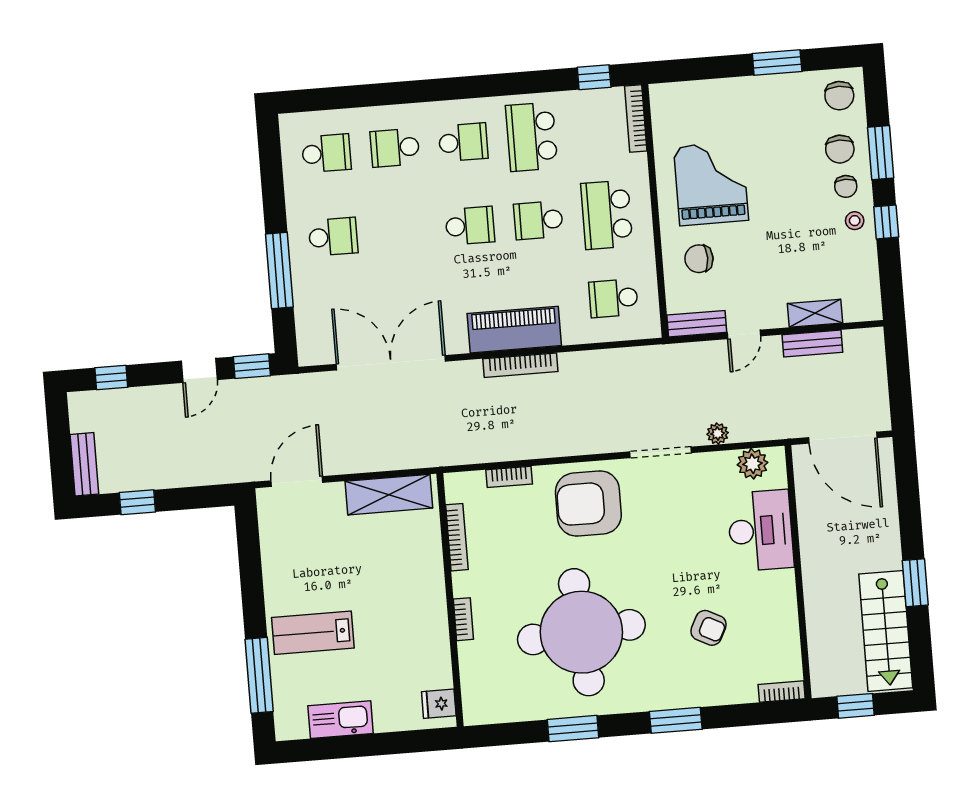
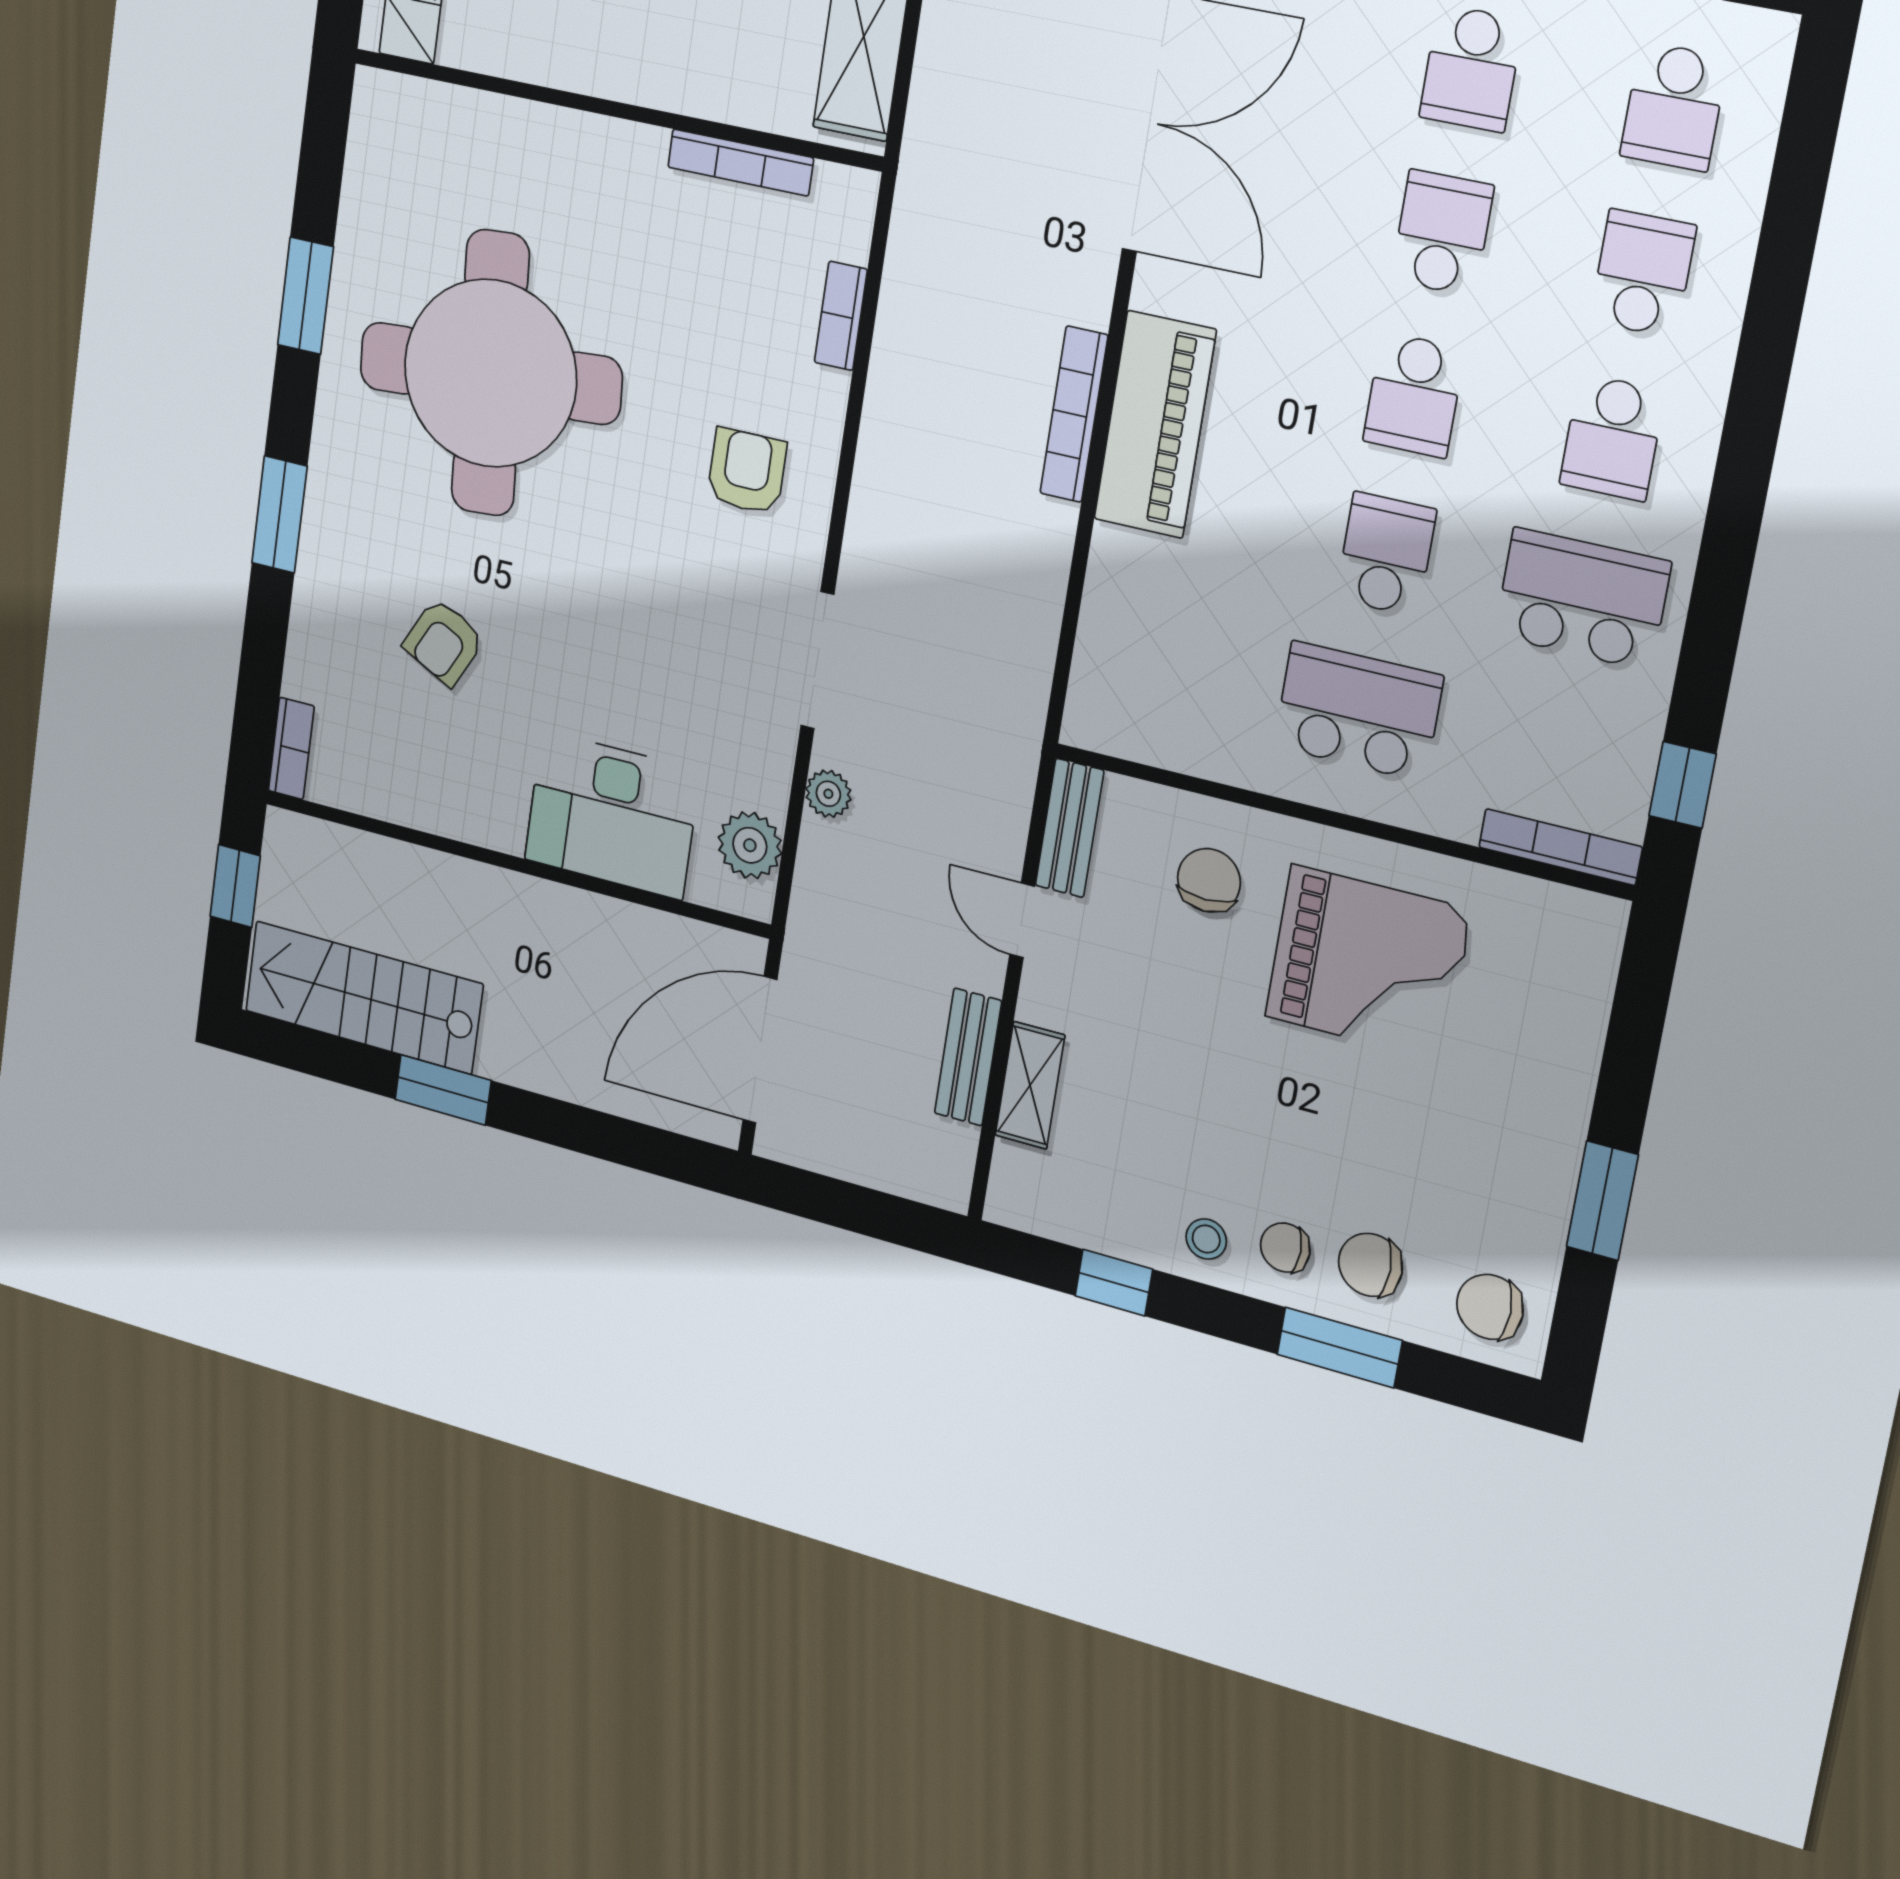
window: (886, 222) -> (1114, 1283), moved
school desk: (613, 298) -> (1442, 233), moved
armchair: (588, 503) -> (747, 471), width x0.53, depth x0.53
bookcase: (463, 619) -> (569, 127), removed

